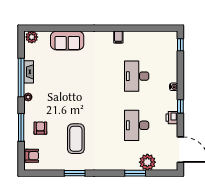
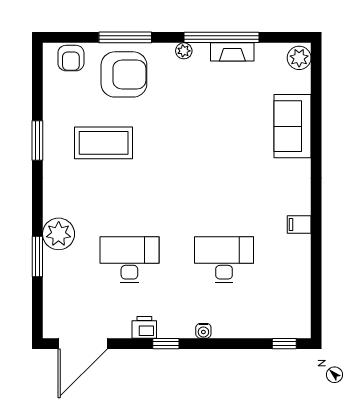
armchair: (40, 128) -> (124, 74), width x1.88, depth x1.88
plant: (147, 162) -> (59, 234), moved

